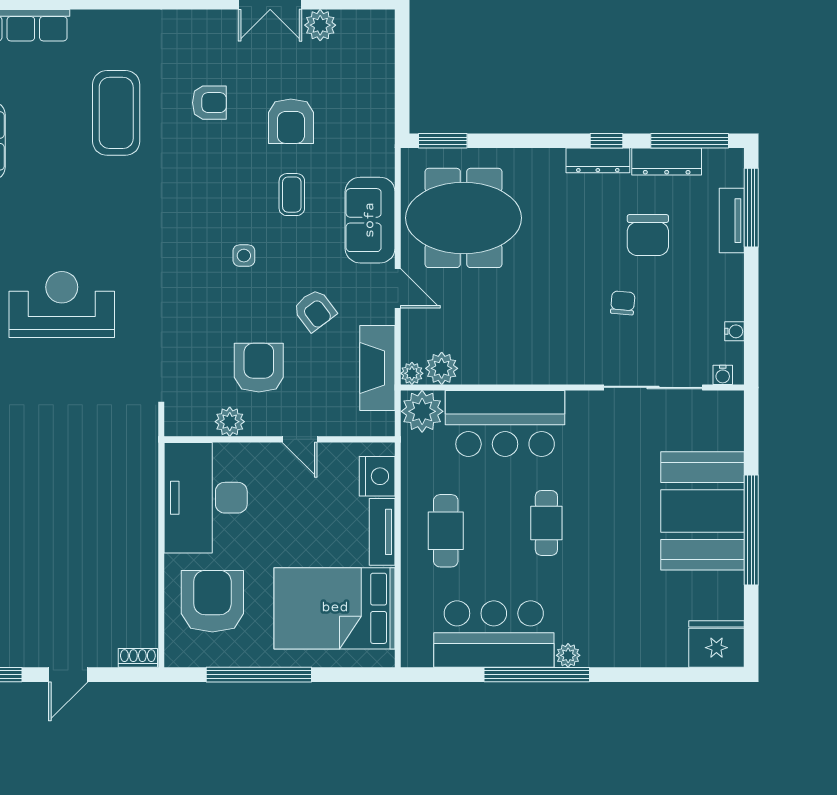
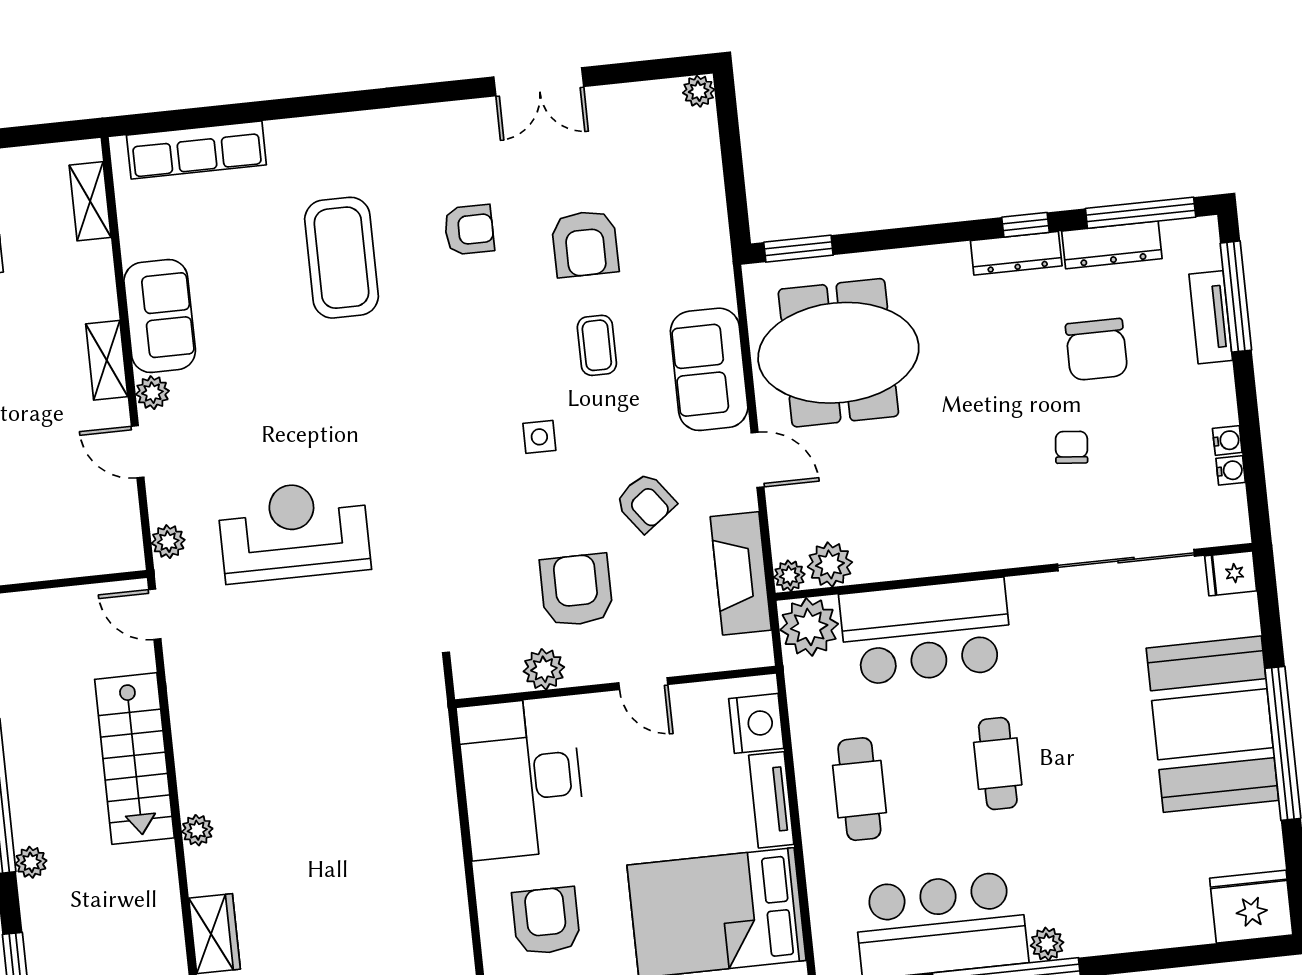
plant: (320, 25) -> (699, 91), moved, width x0.73, depth x0.73
water cooler: (723, 375) -> (1227, 440), moved, turned -90
fridge: (727, 405) -> (1231, 573), added
armchair: (212, 601) -> (546, 921), width x0.73, depth x0.73

